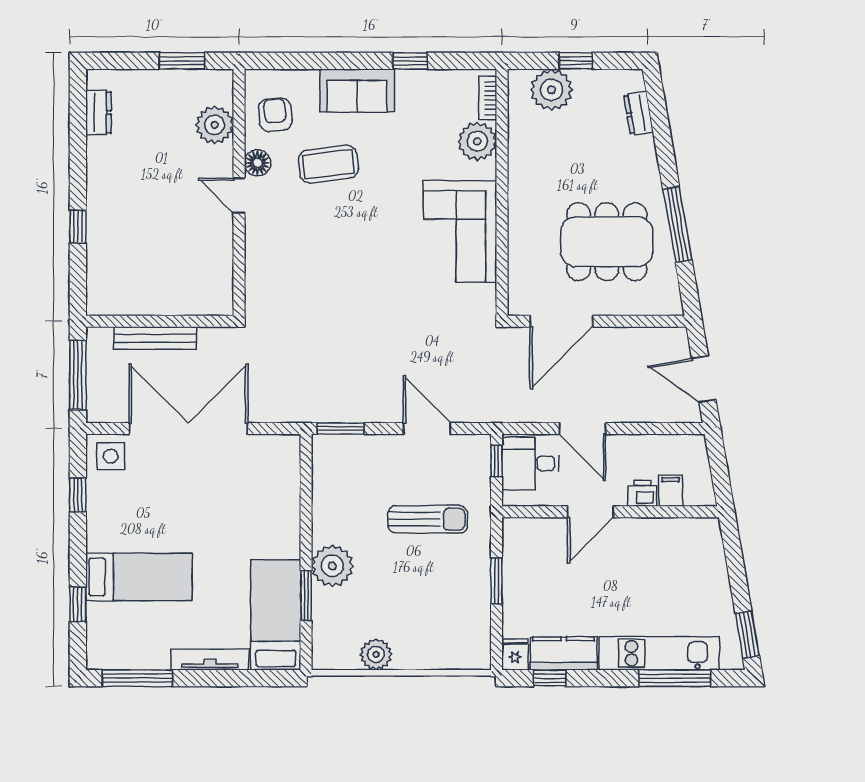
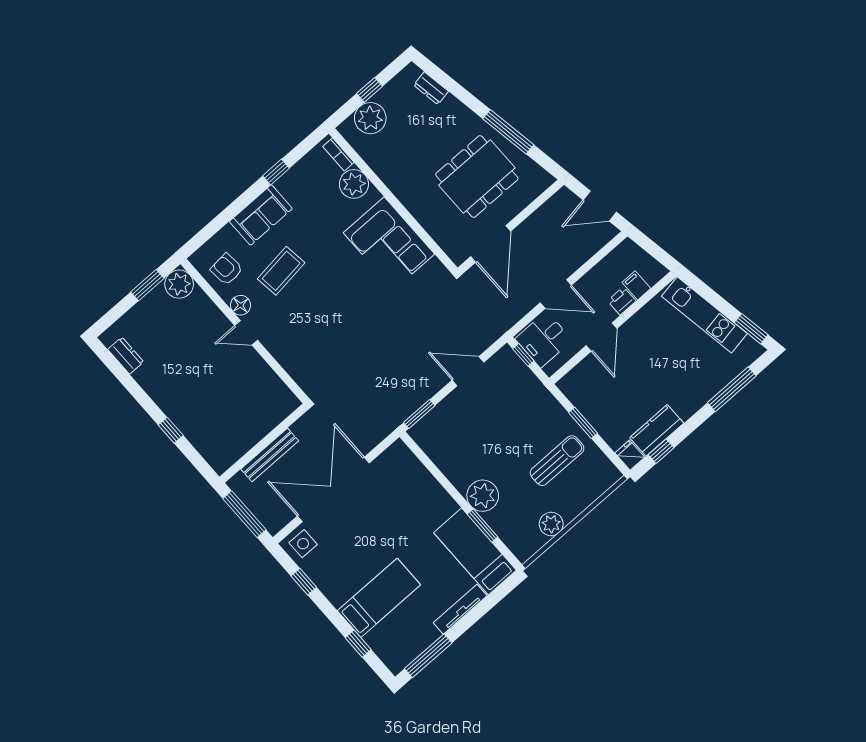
plant: (215, 125) -> (179, 284), moved
sun lounger: (428, 519) -> (557, 461), moved
kitchen unit: (659, 653) -> (704, 315), moved, turned -100

